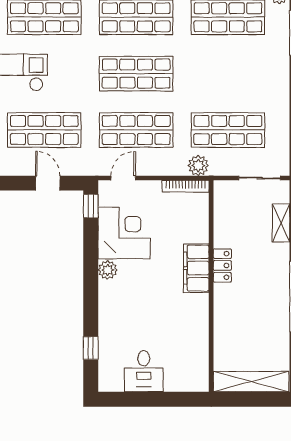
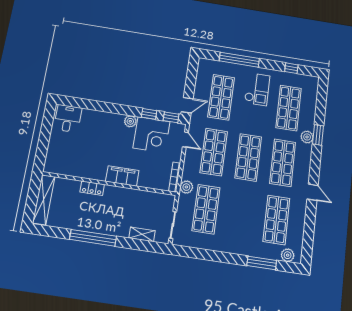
door: (48, 183) -> (187, 105), moved
locker: (222, 265) -> (92, 188), moved
window: (91, 348) -> (149, 114), moved
desk: (144, 371) -> (68, 118), moved, turned 90

